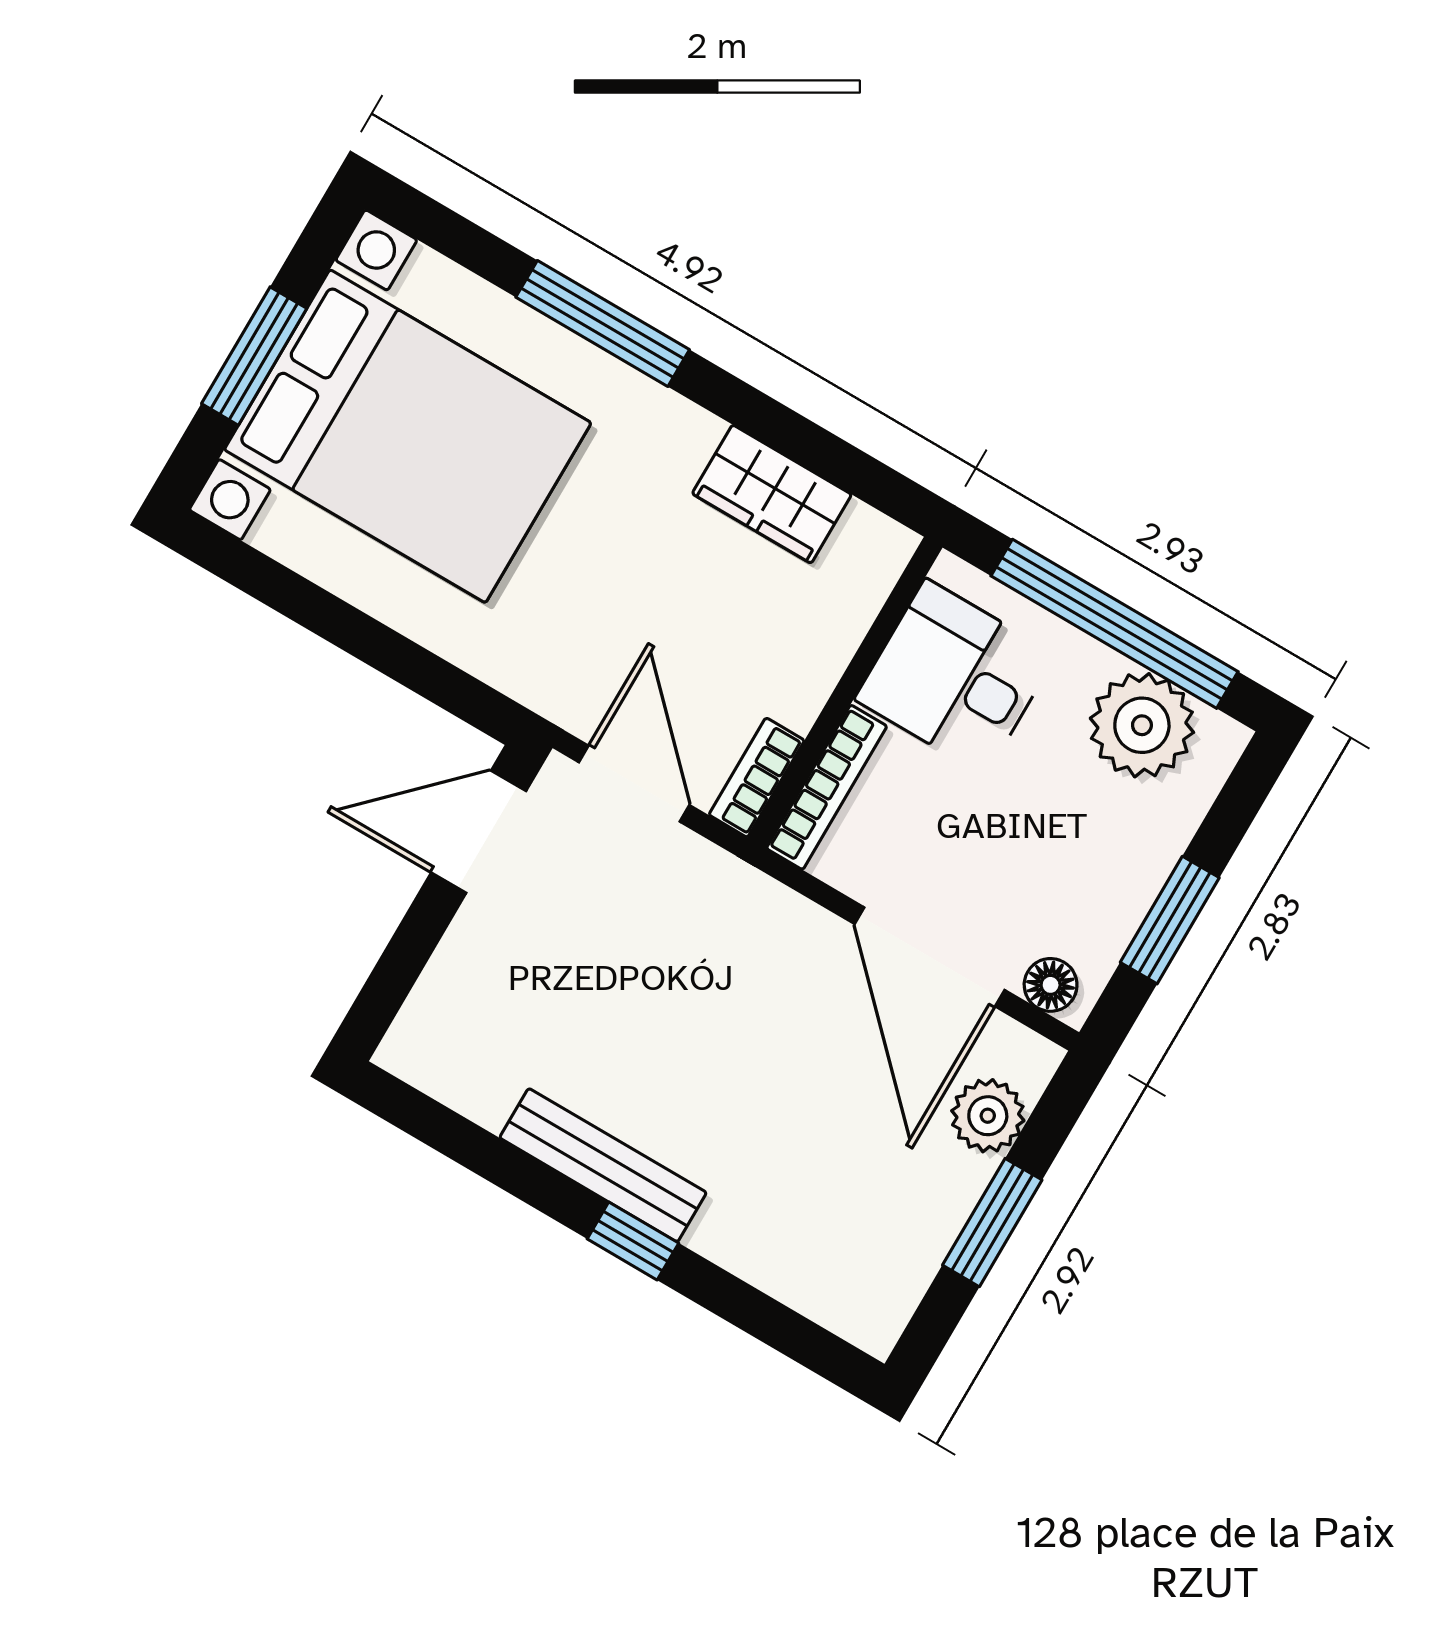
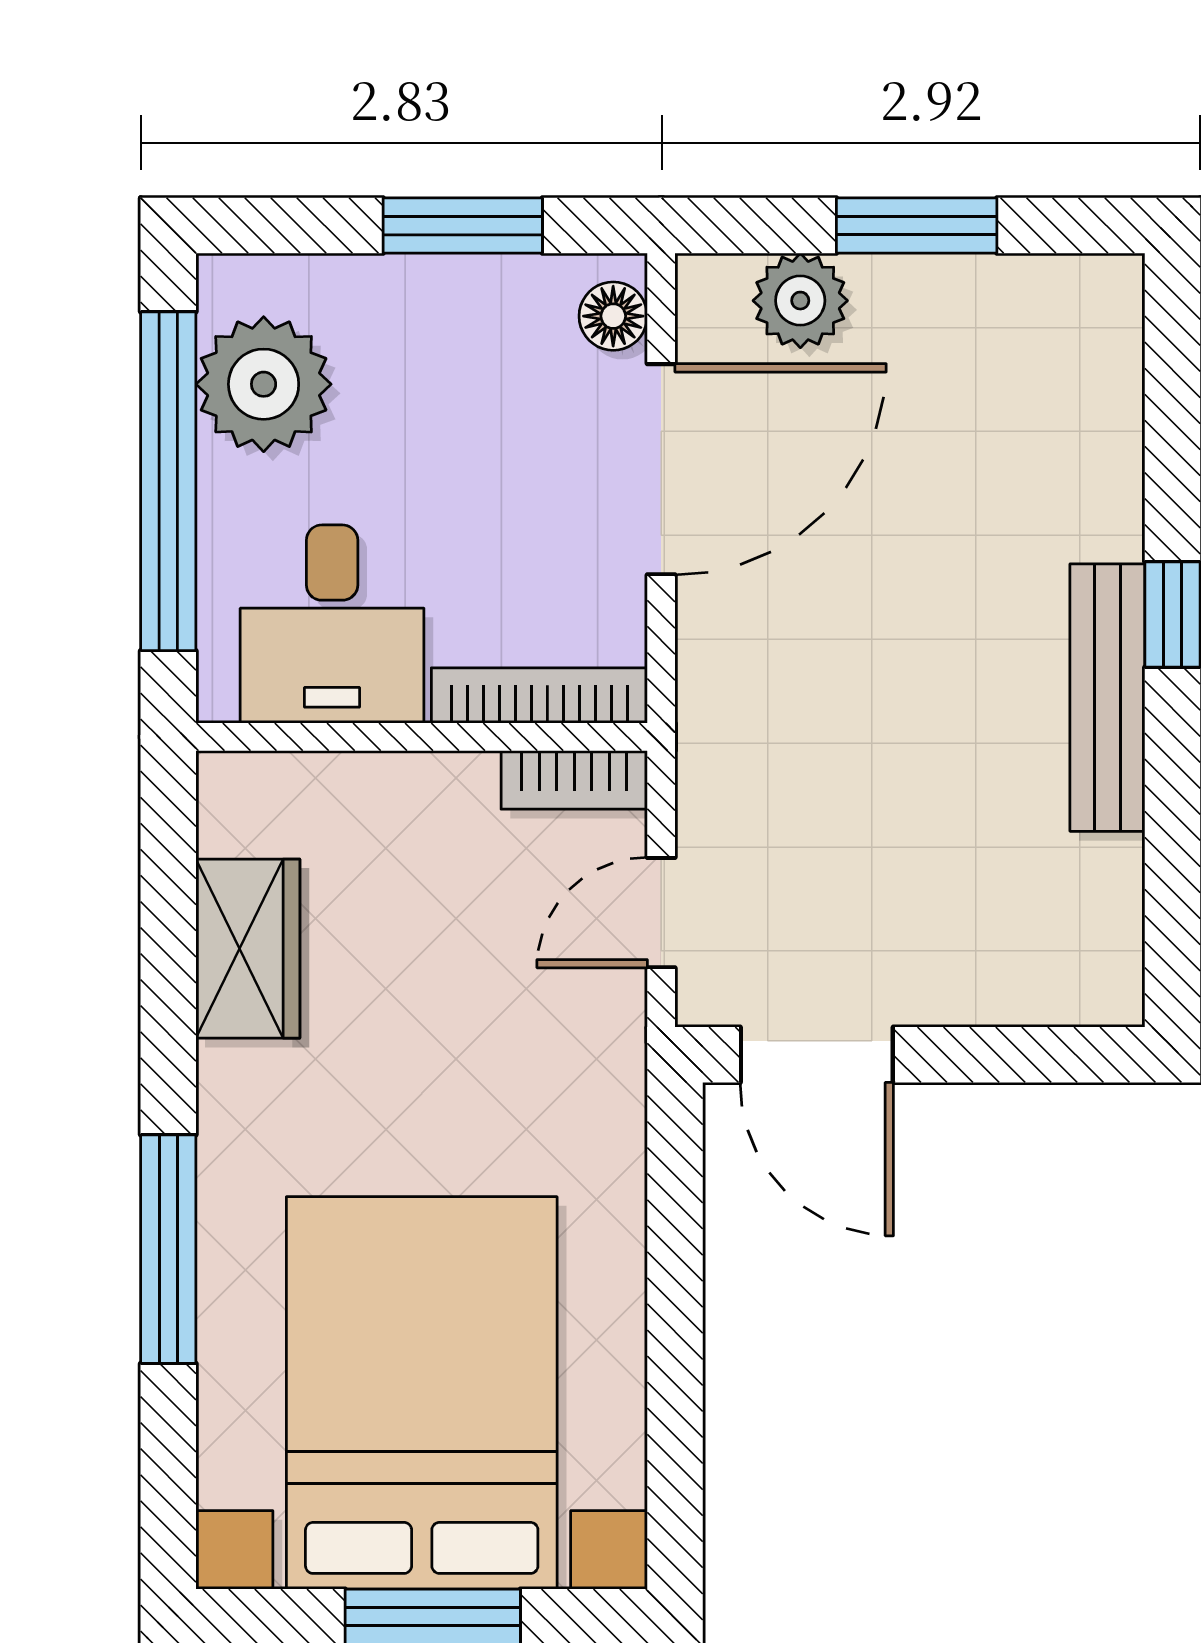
door: (634, 784) -> (661, 913), width x0.73

